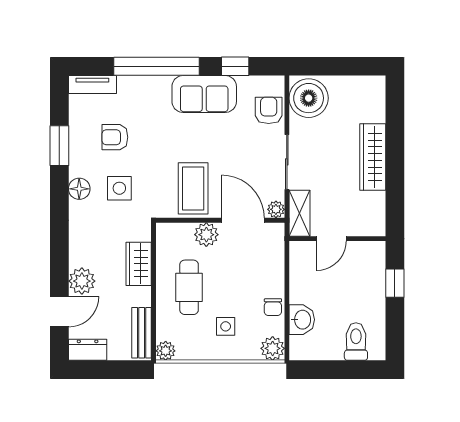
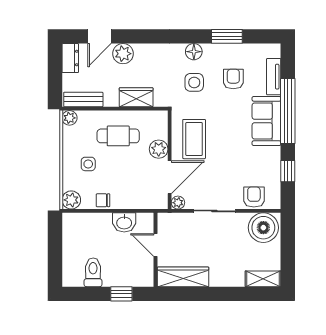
tv unit: (92, 85) -> (274, 77), moved
sofa: (204, 94) -> (266, 121), moved
armchair: (269, 110) -> (254, 197), turned -90
wardrobe: (373, 157) -> (183, 277), moved
coffee table: (193, 188) -> (194, 139), turned 90
shelving: (300, 213) -> (263, 279), moved
door: (59, 312) -> (100, 36), hinge flipped
washbasin: (302, 320) -> (124, 222), moved
toilet: (356, 342) -> (93, 272), moved, turned -90

